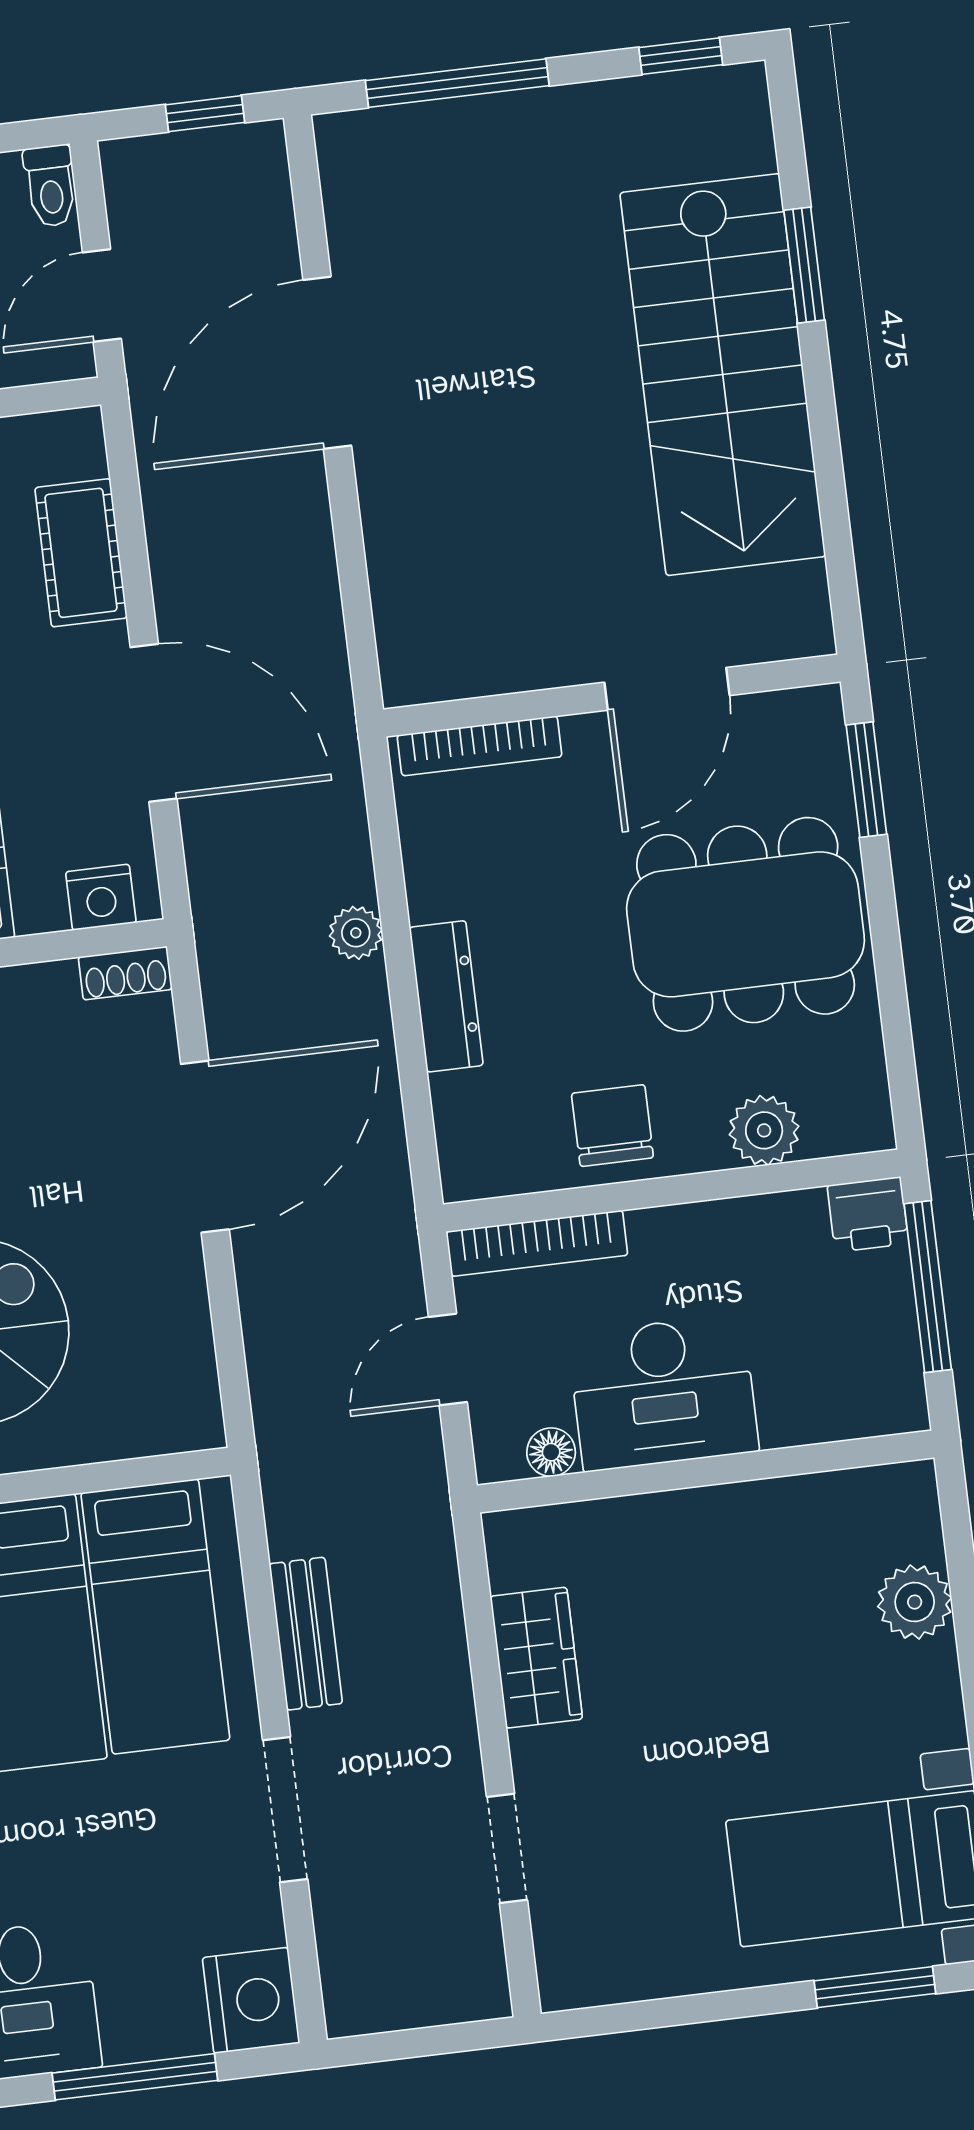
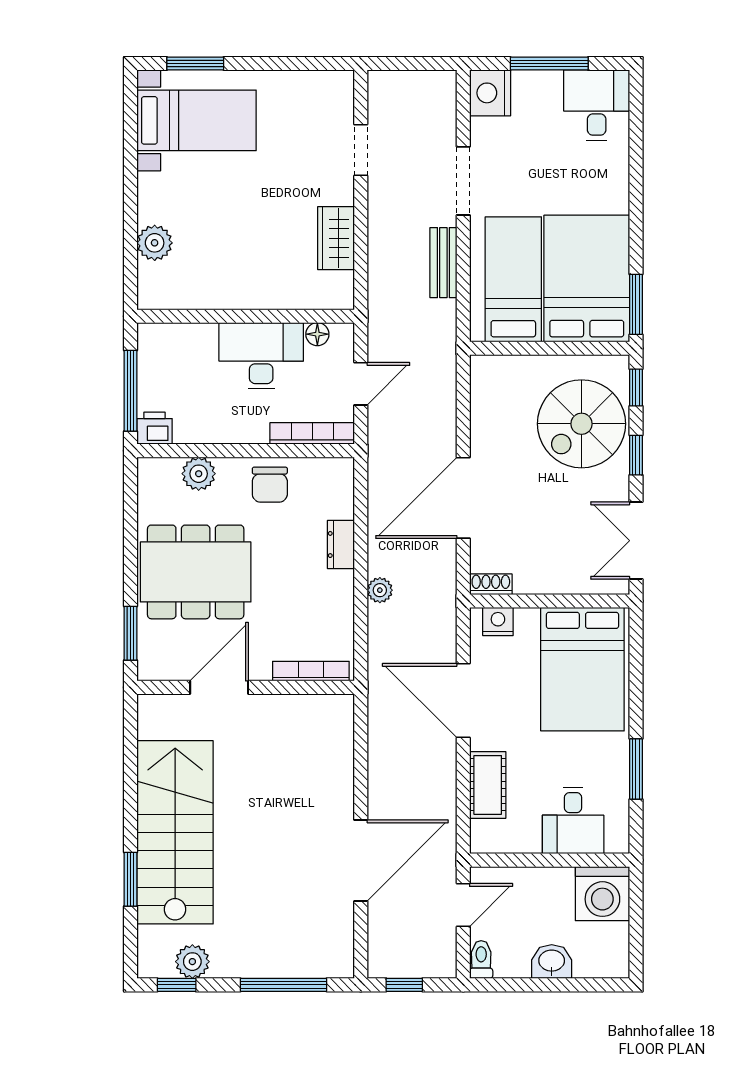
plant: (654, 109) -> (192, 962), added
dresser: (446, 996) -> (341, 544), width x0.70

